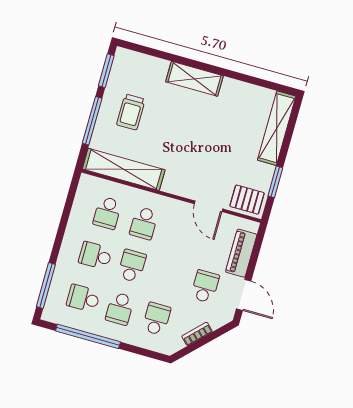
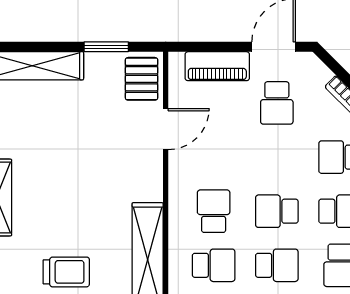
school desk: (144, 223) -> (214, 211), turned -90
school desk: (95, 256) -> (277, 265), turned -90
school desk: (205, 286) -> (277, 103), turned -90

